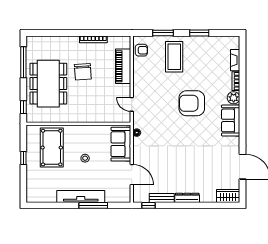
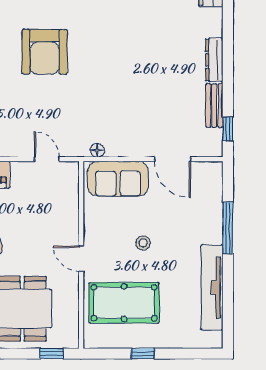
door: (132, 104) -> (47, 159), swing flipped
door: (76, 124) -> (81, 259), added
door: (132, 175) -> (173, 159), swing flipped
tv unit: (81, 197) -> (212, 288), moved

